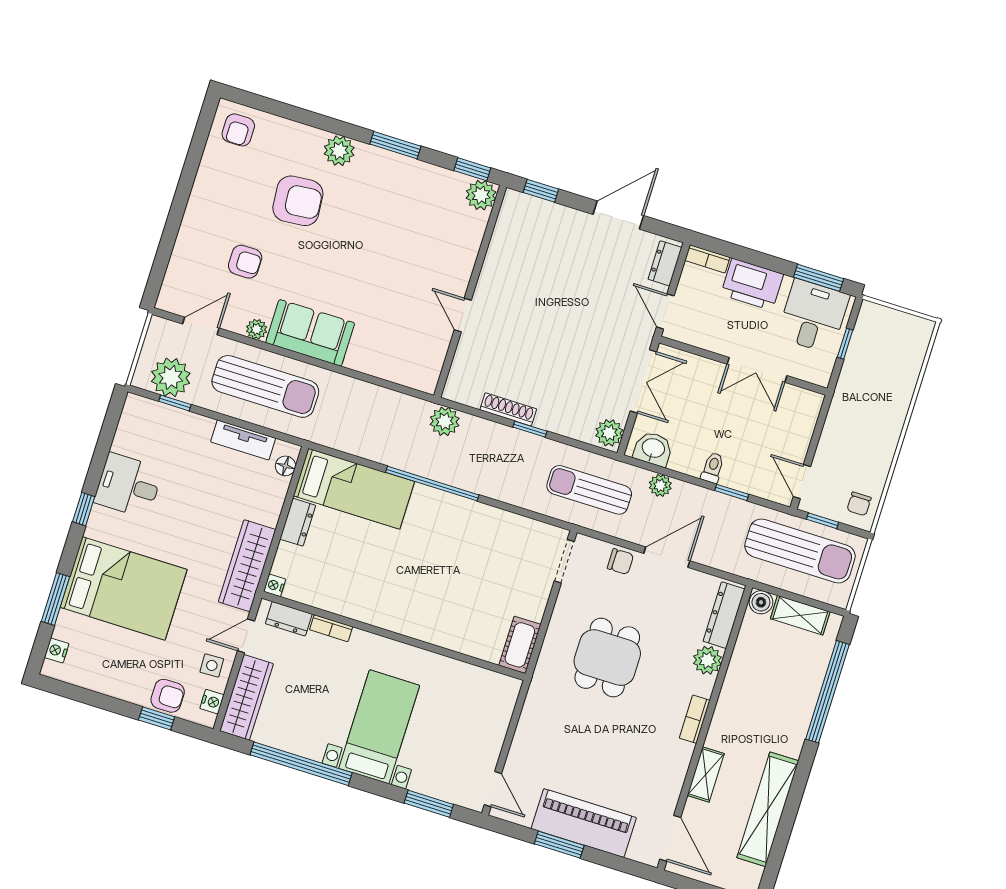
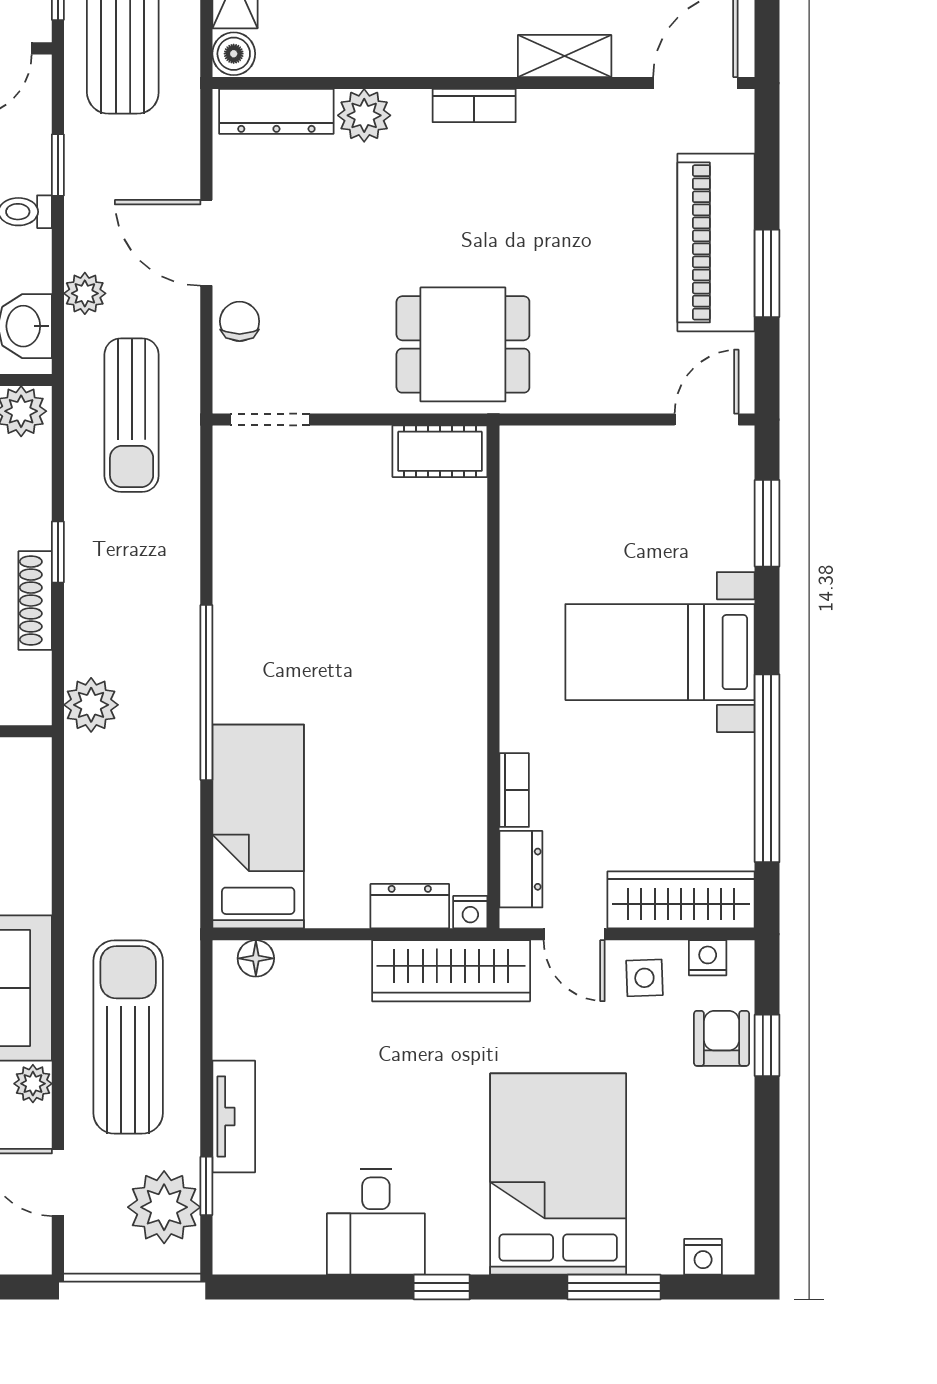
tv unit: (243, 440) -> (234, 1116), moved
dresser: (298, 522) -> (410, 906), moved
dining table: (607, 658) -> (463, 344), moved

